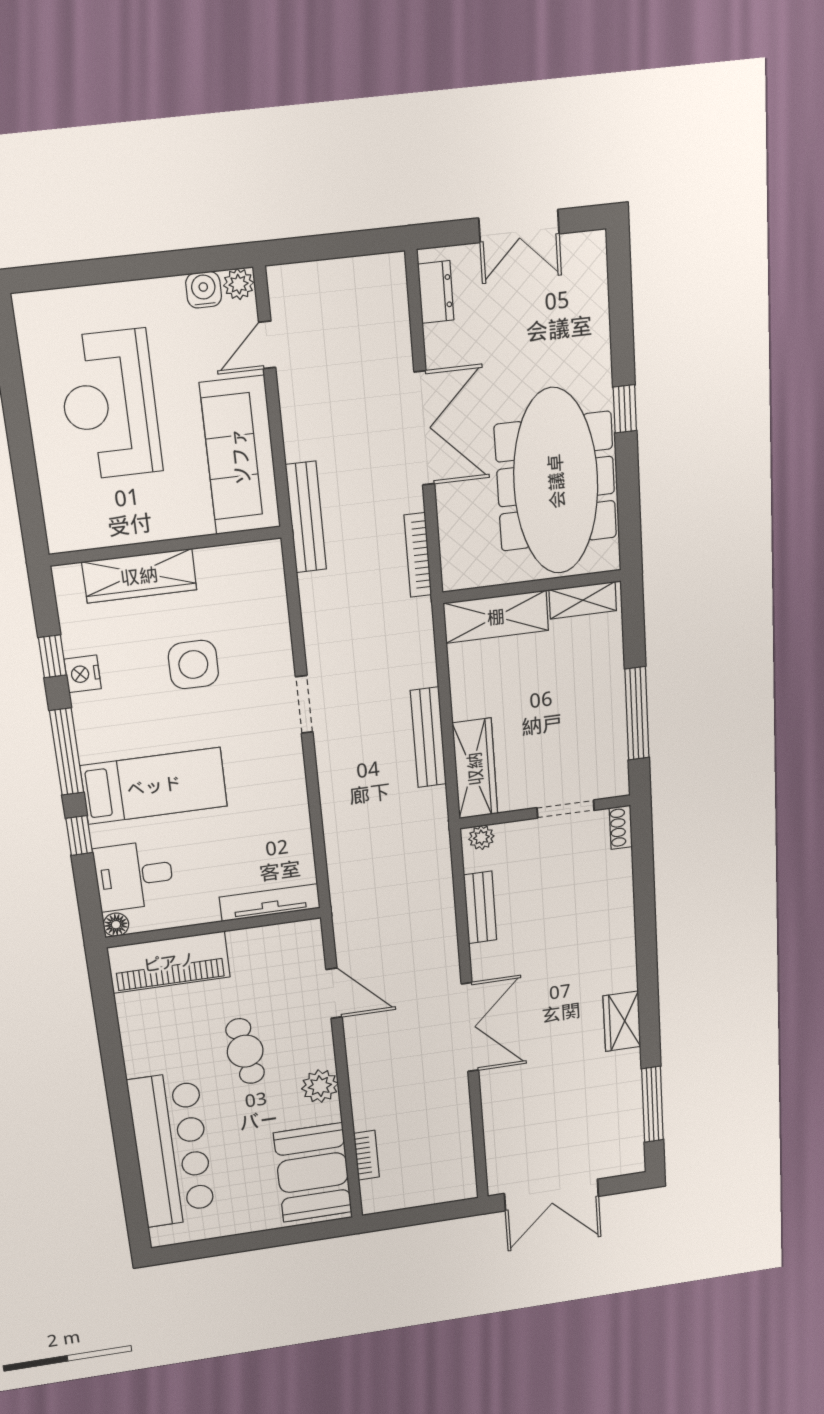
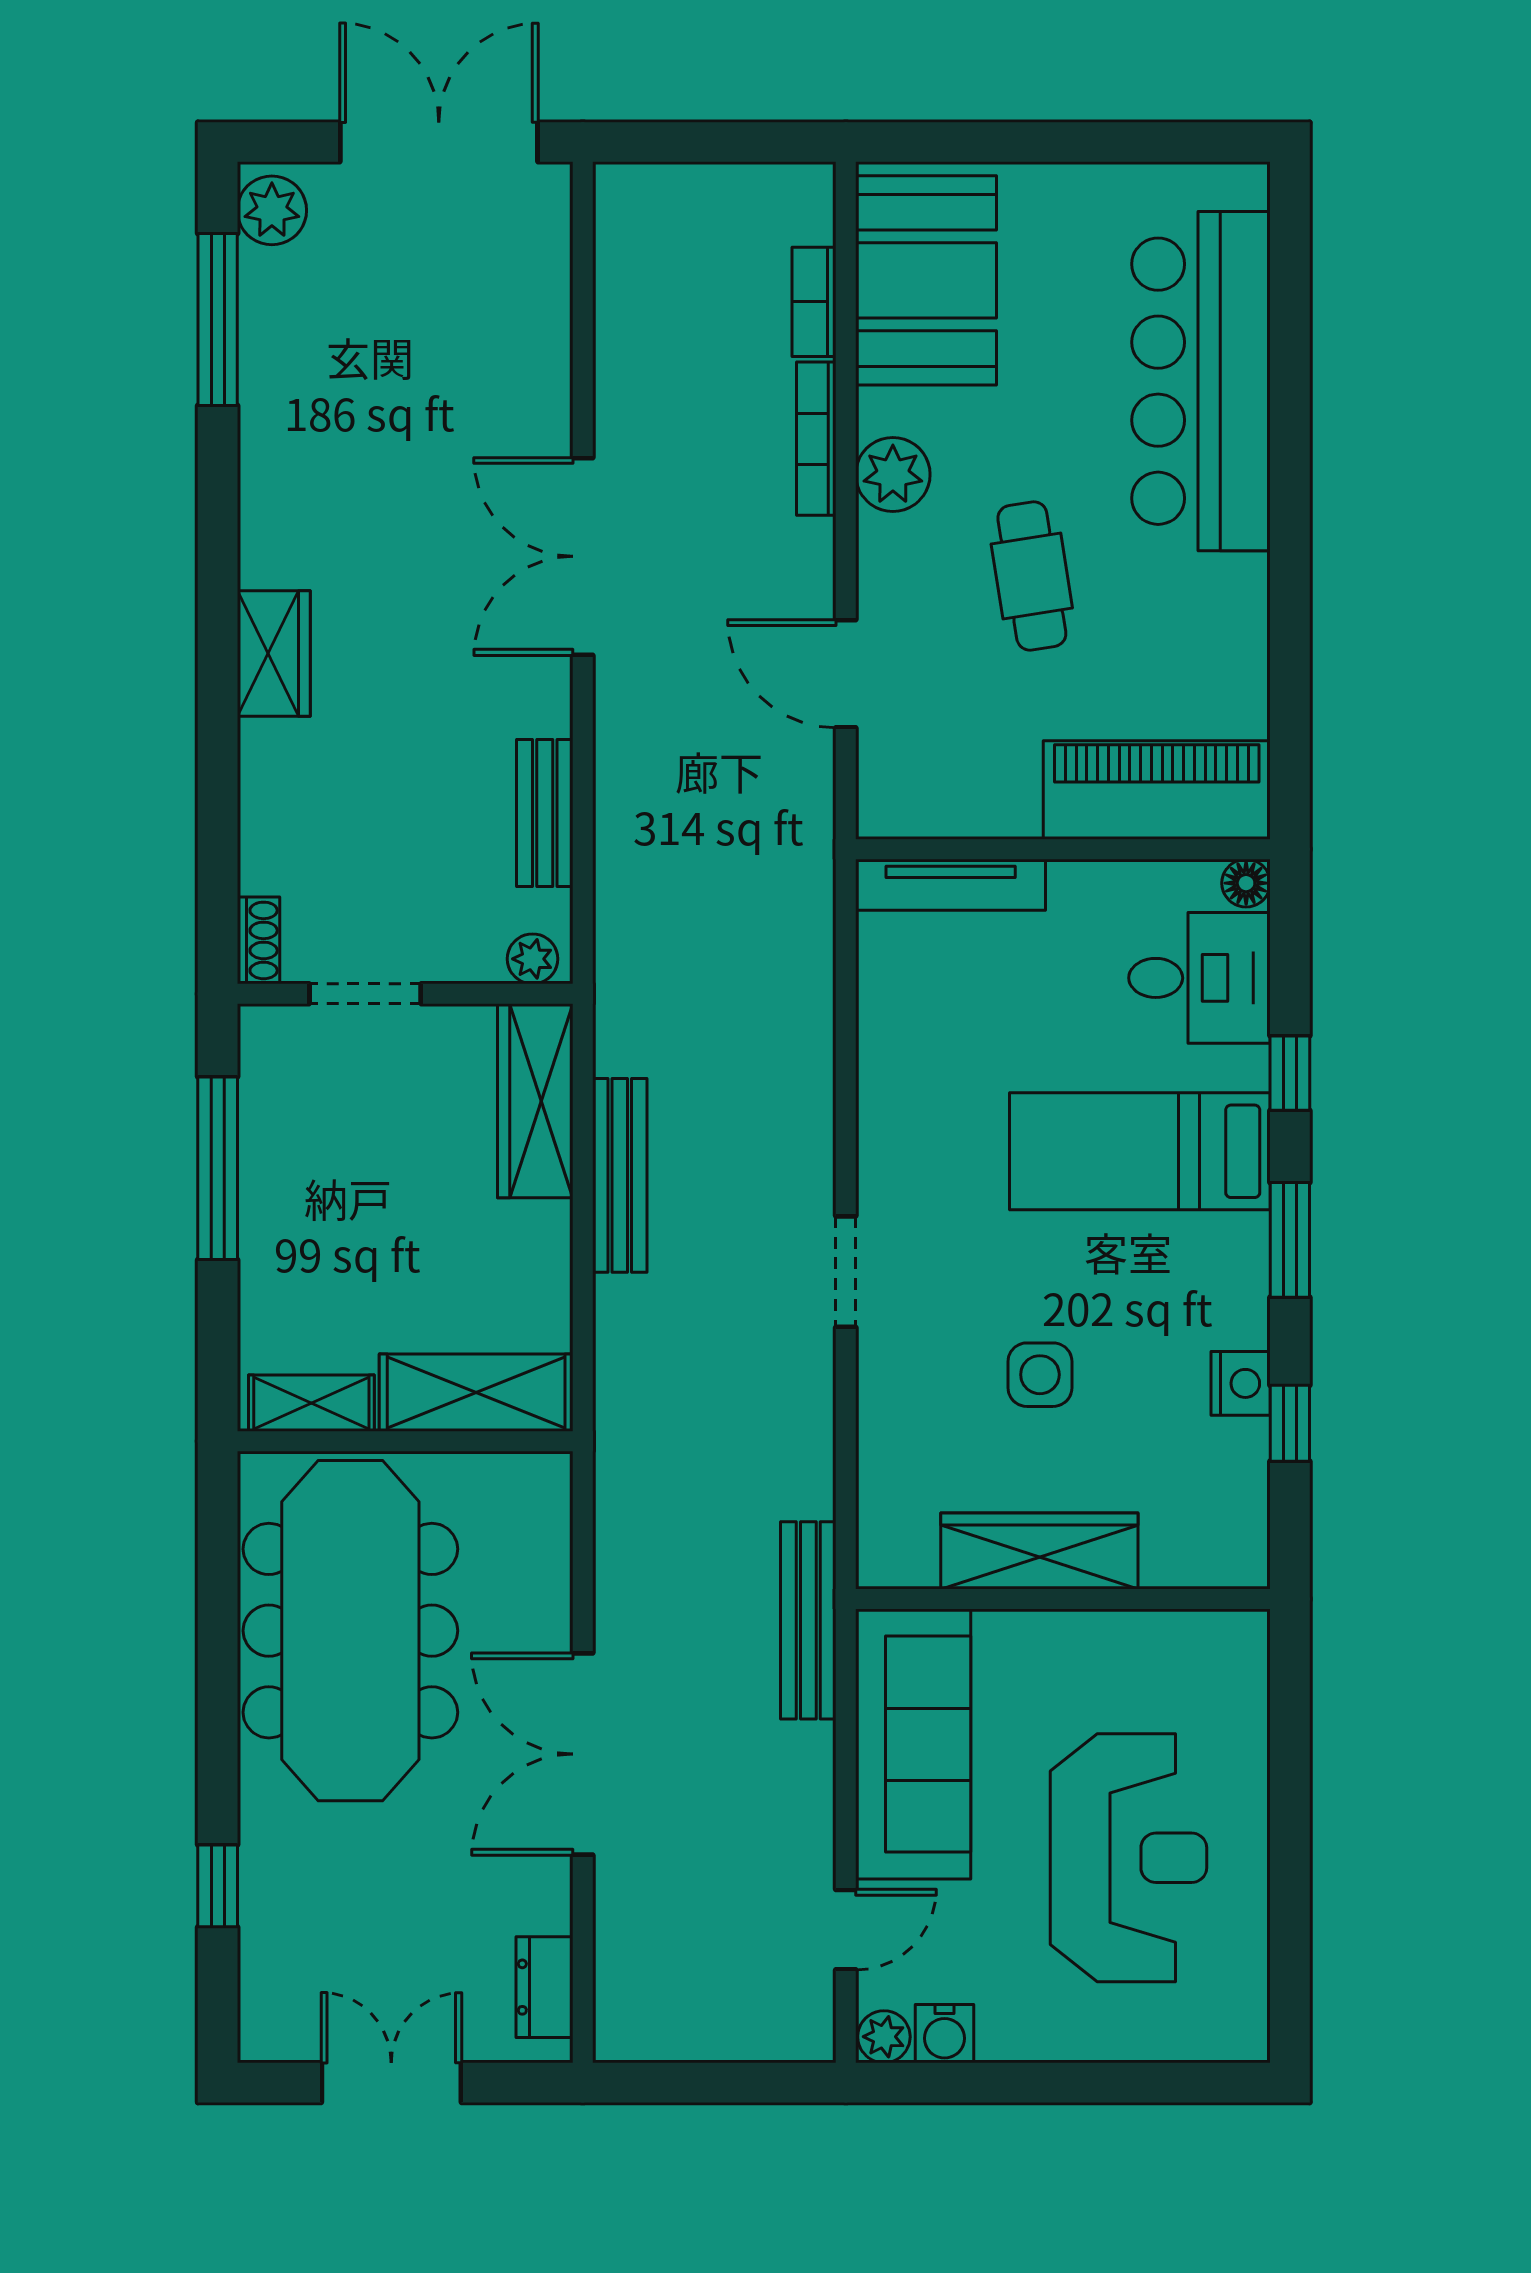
window: (625, 409) -> (218, 1886), moved
bookcase: (418, 555) -> (816, 439), moved, turned 180
wardrobe: (139, 576) -> (1039, 1551), moved
side table: (193, 665) -> (1040, 1375), width x0.73, depth x0.73
window: (67, 752) -> (1290, 1240), width x0.69
wardrobe: (622, 1021) -> (274, 653), moved
plant: (629, 1154) -> (272, 210), added

